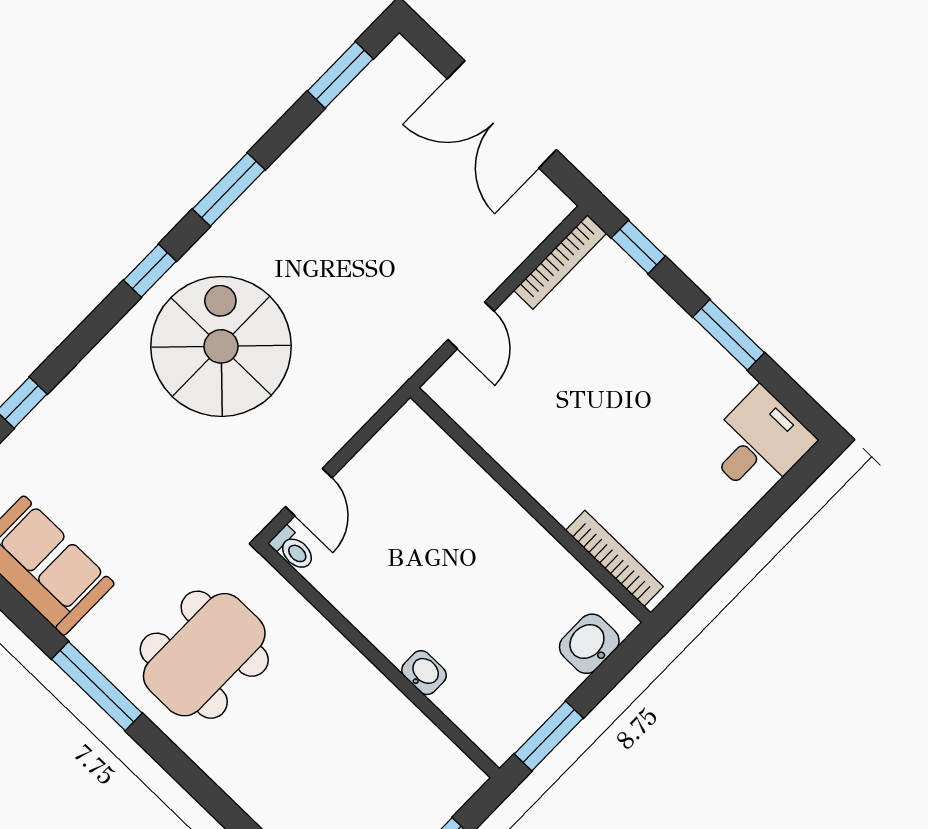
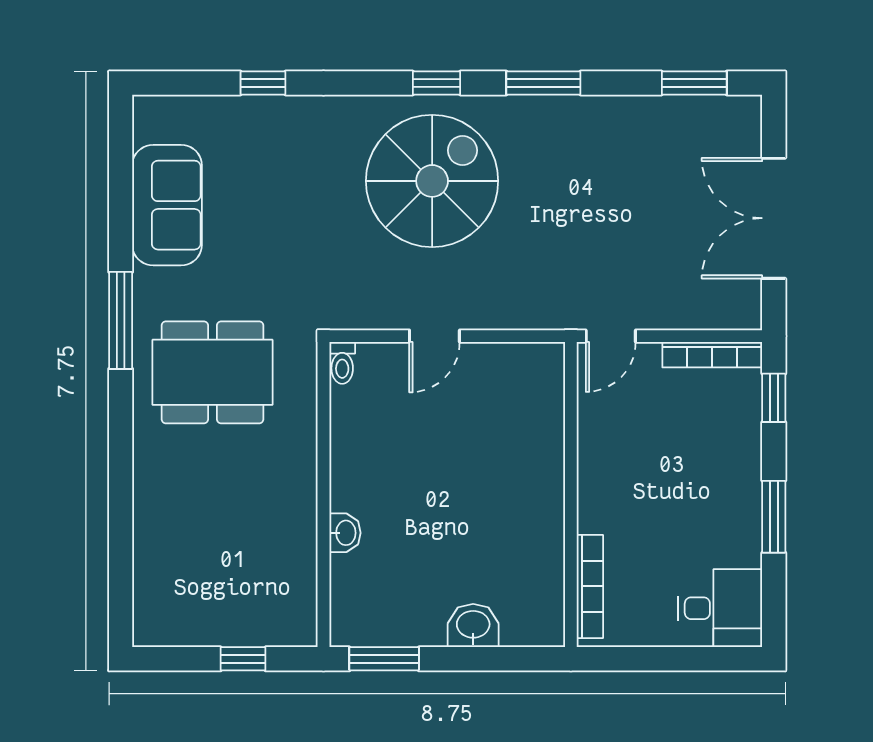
door: (309, 492) -> (434, 336), moved
wall: (531, 505) -> (571, 495), moved
bookcase: (614, 558) -> (590, 586), moved

